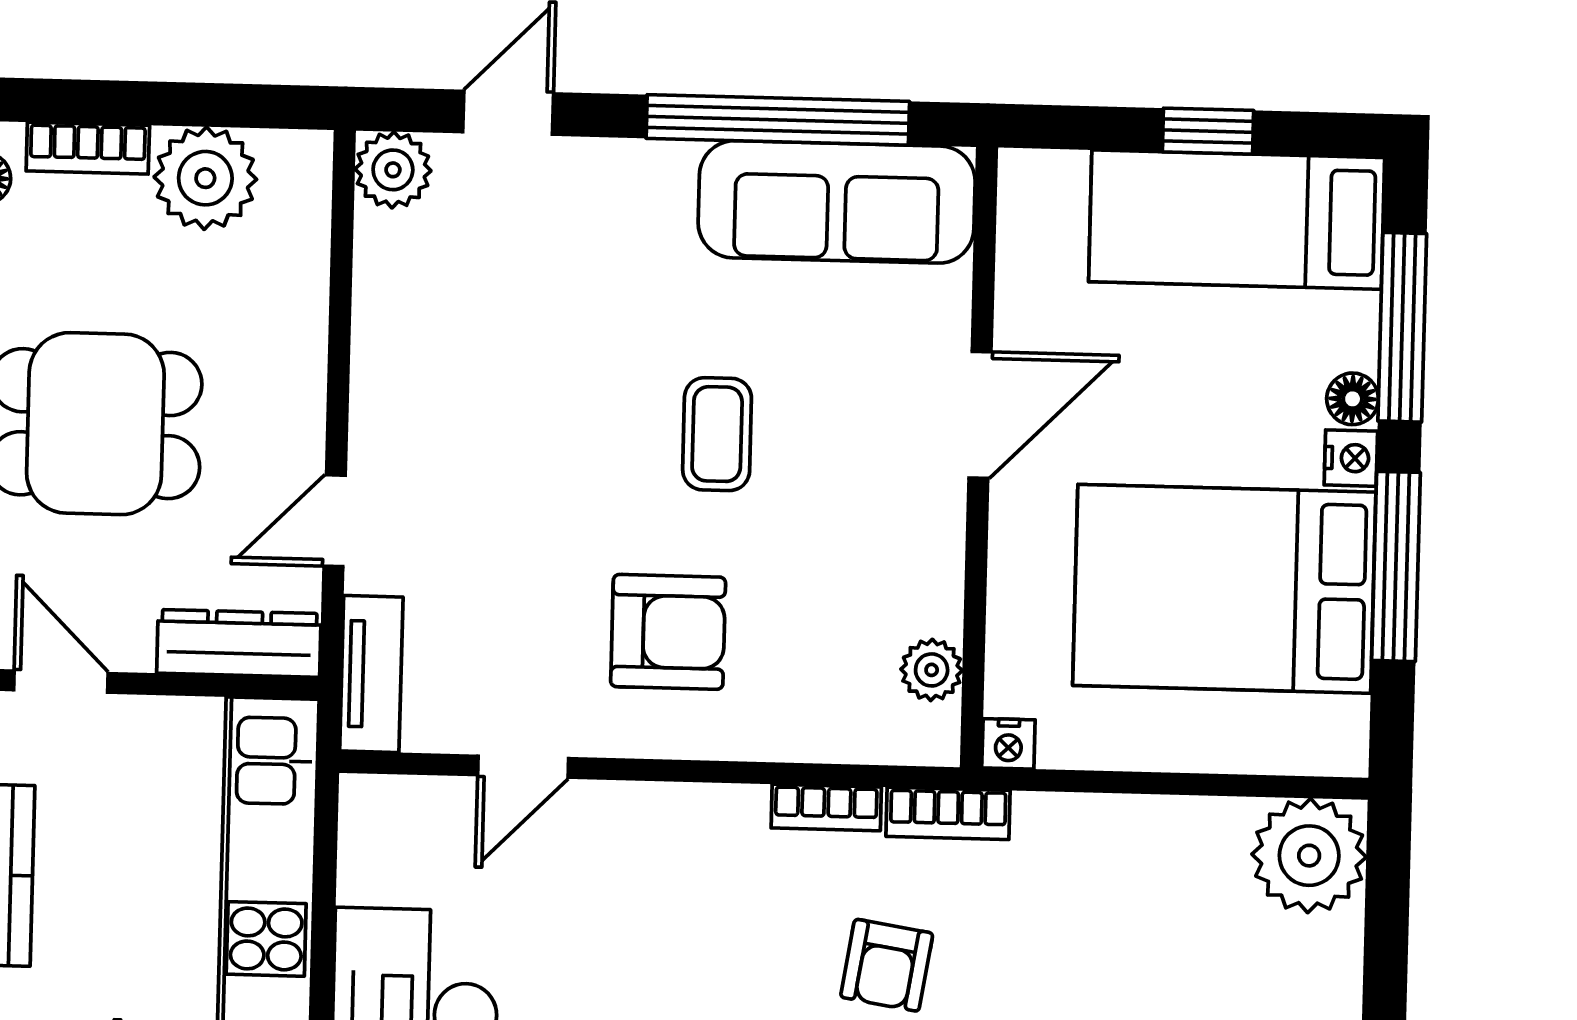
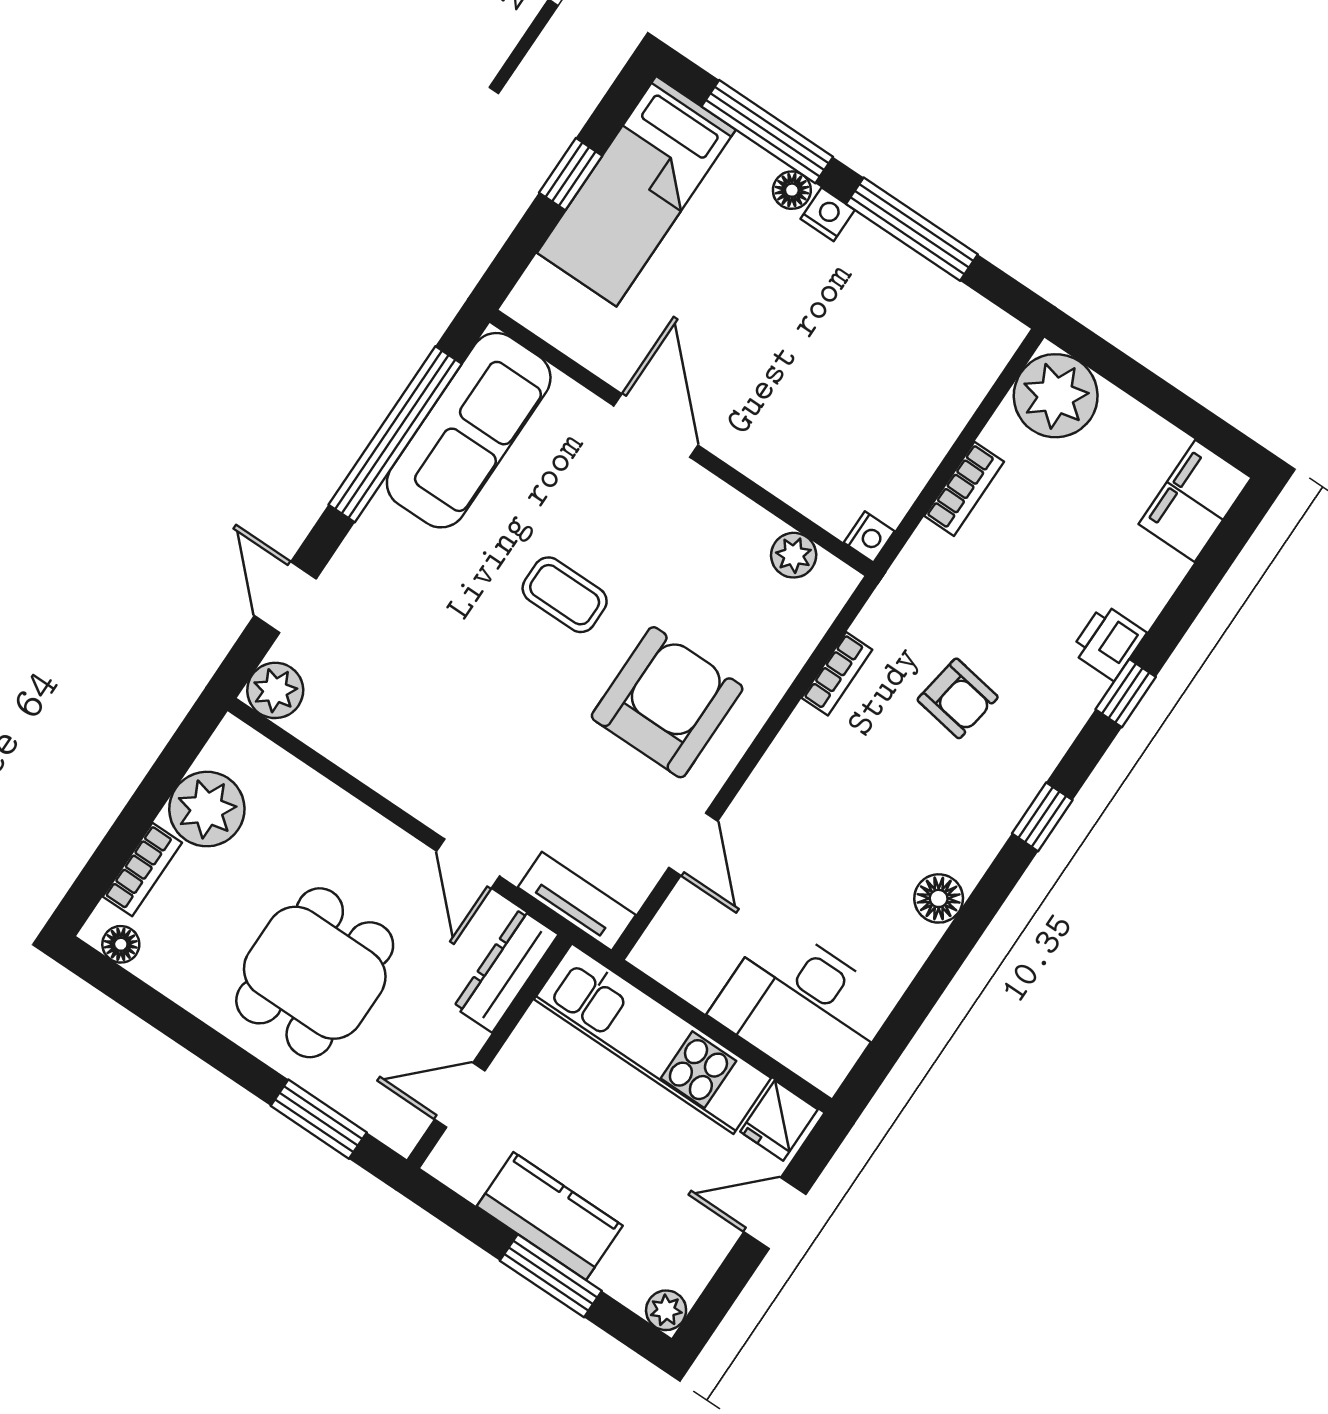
bed: (1224, 589) -> (858, 343), removed
armchair: (668, 632) -> (667, 702), width x1.36, depth x1.36
bookcase: (948, 813) -> (964, 489), moved

